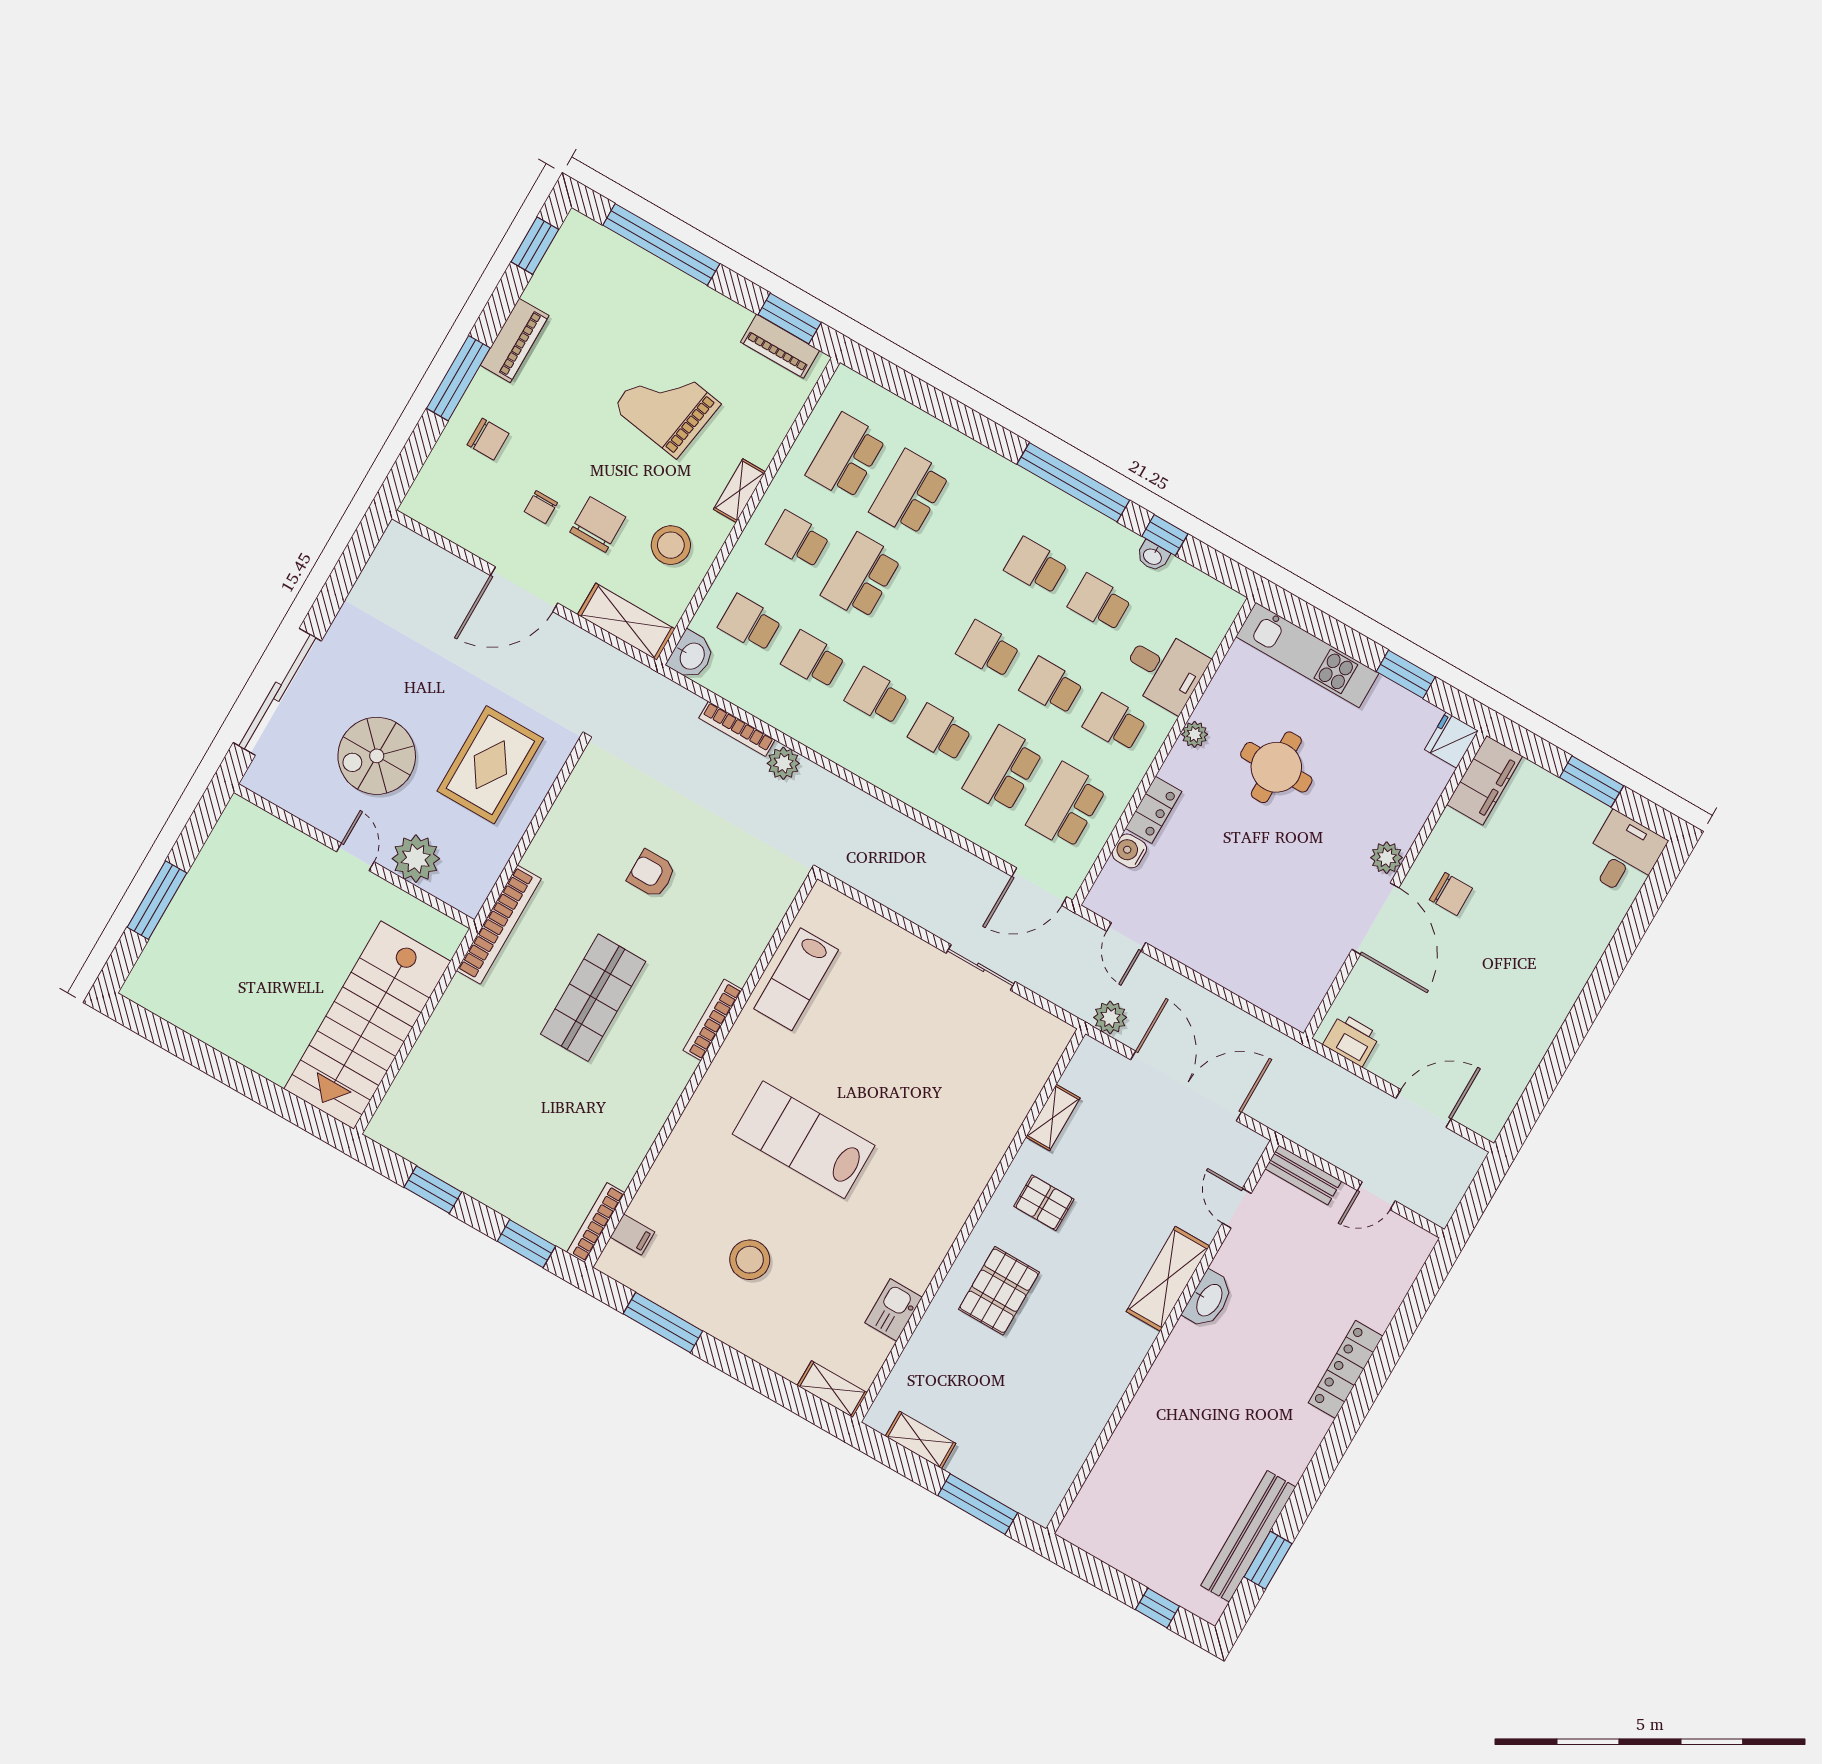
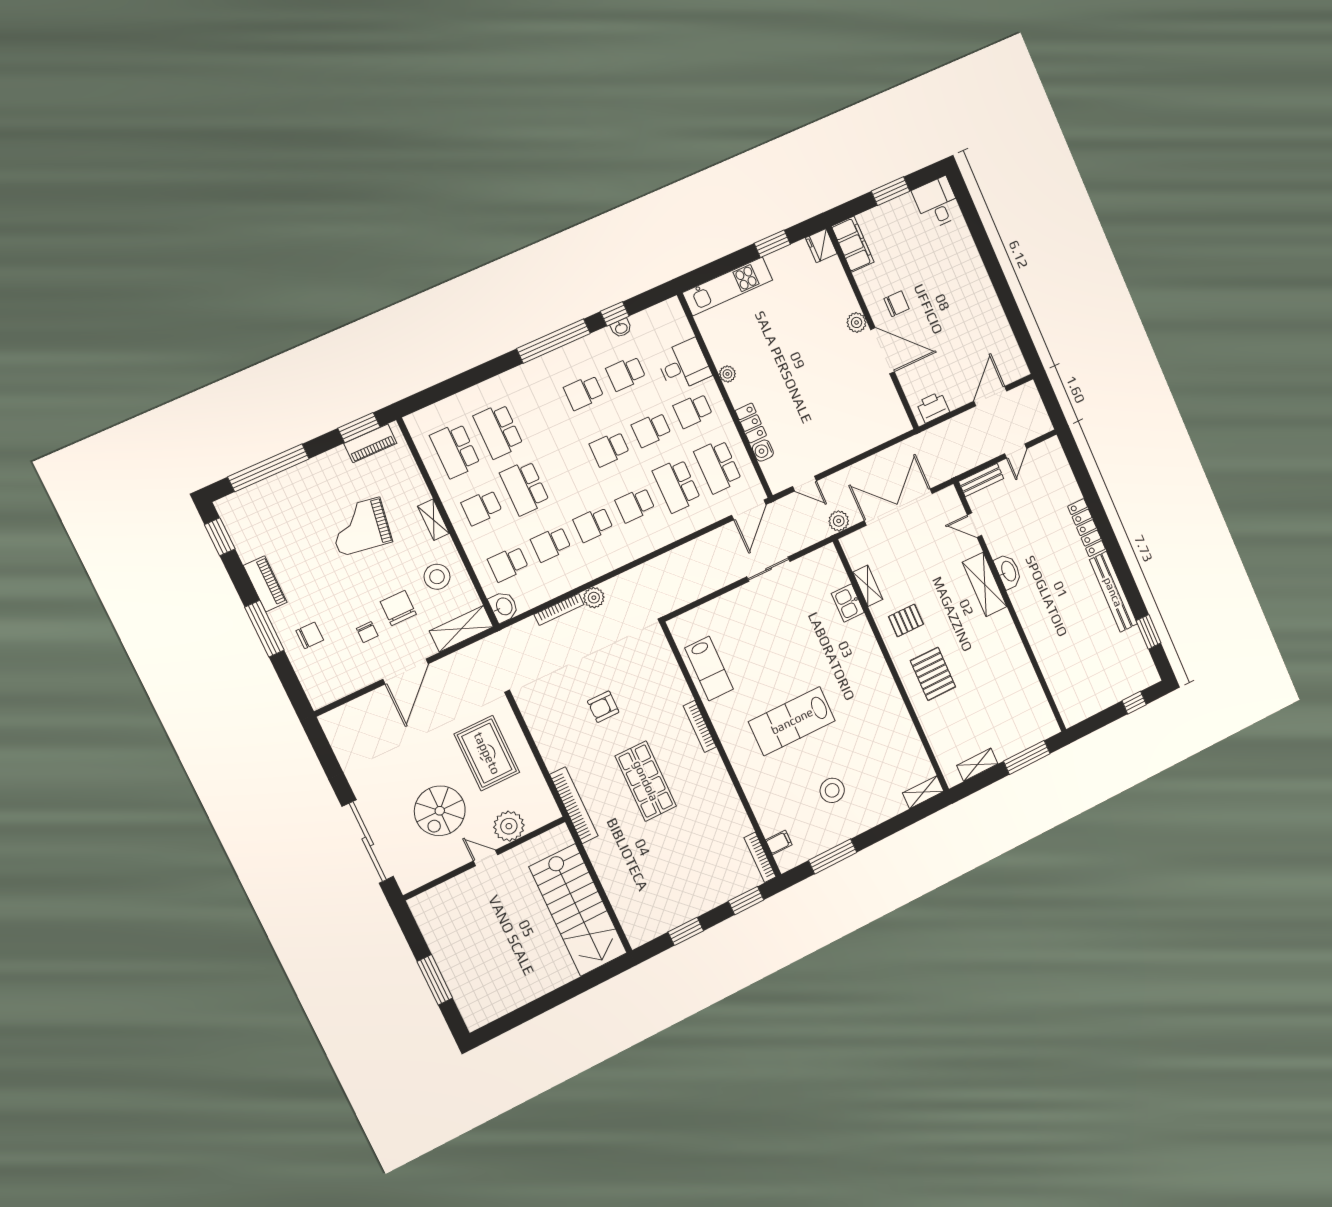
round table: (1276, 767) -> (773, 345), removed
kitchen sink: (894, 1310) -> (848, 603), moved
bench: (1248, 1536) -> (1113, 592), moved

